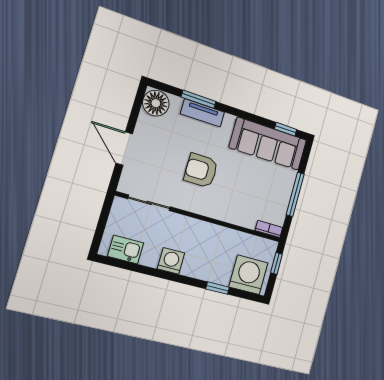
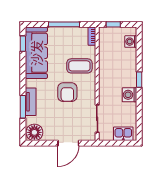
coffee table: (233, 199) -> (79, 66), added
kitchen sink: (126, 250) -> (123, 134), moved, turned 90
washing machine: (248, 275) -> (131, 42), width x0.53, depth x0.53
window: (218, 288) -> (139, 80), moved

